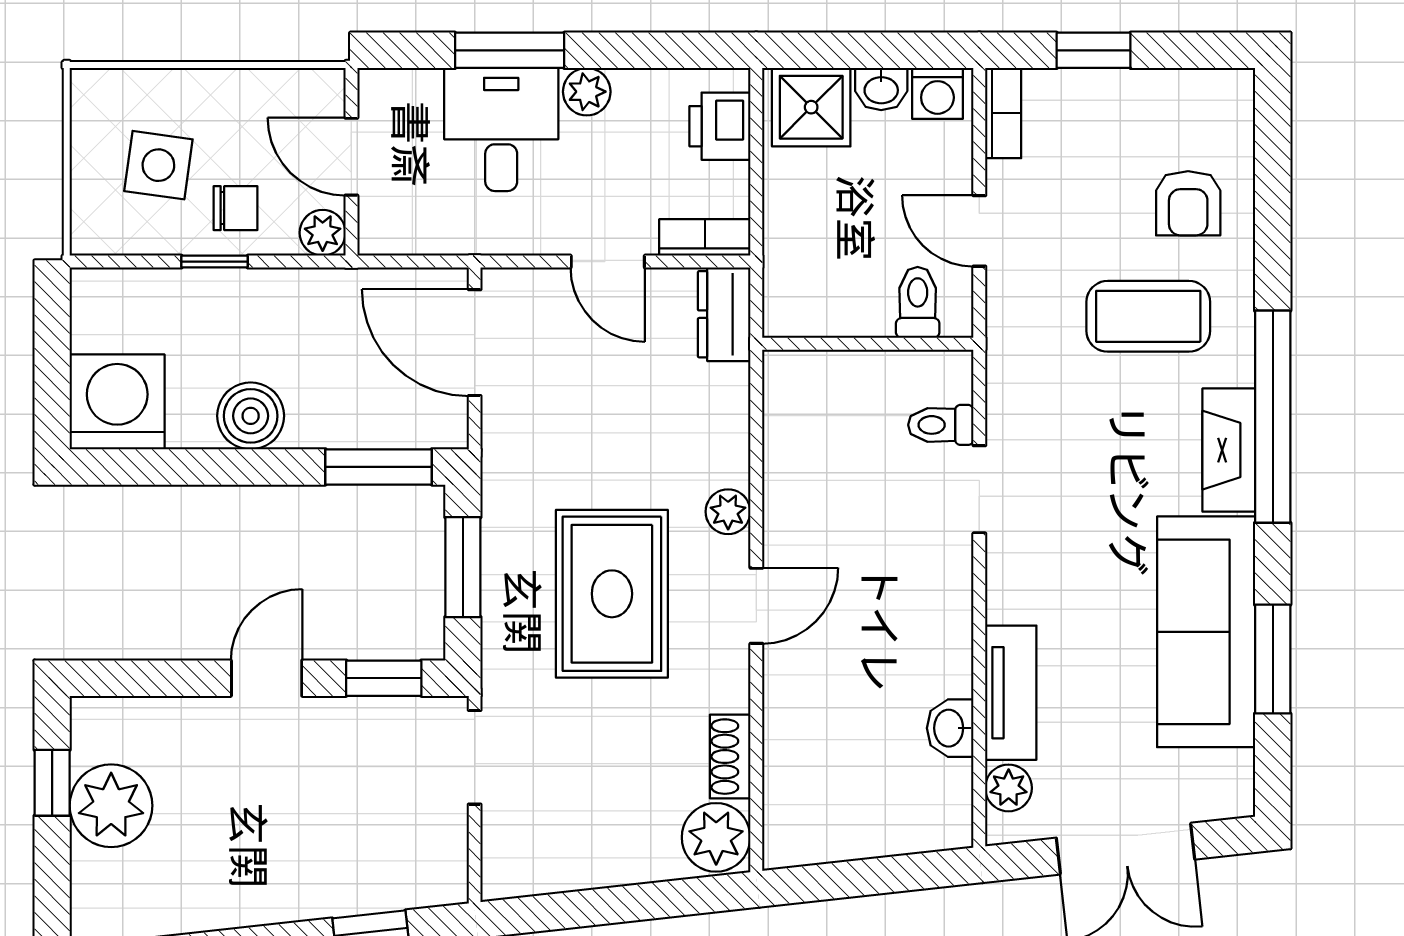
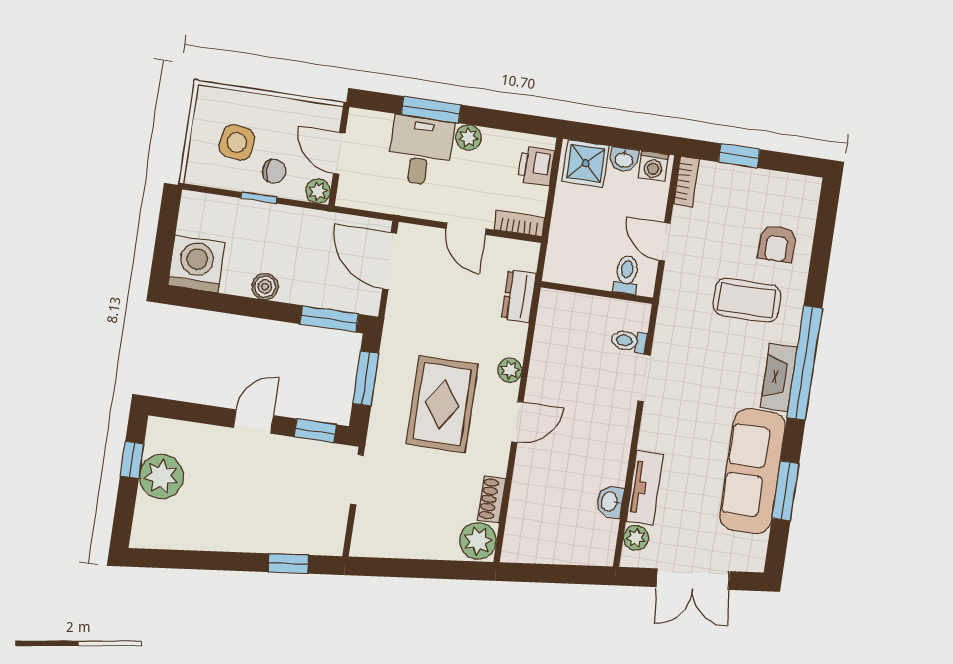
dresser: (724, 314) -> (519, 296), moved
boiler: (251, 416) -> (265, 287), width x0.73, depth x0.73

